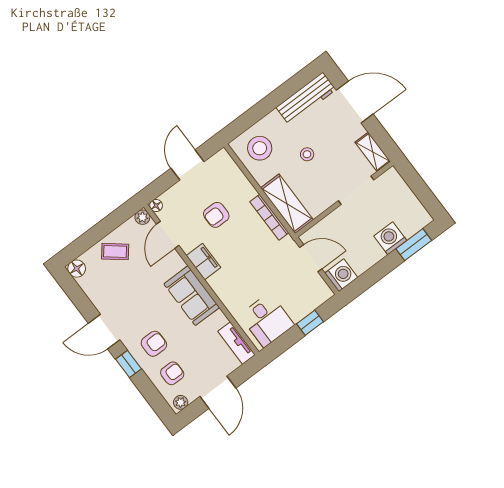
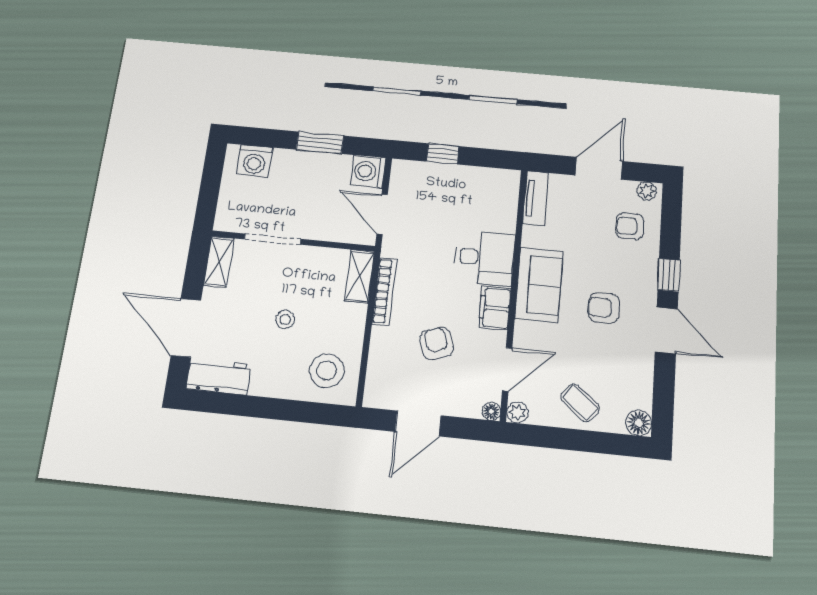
workbench: (306, 99) -> (219, 376), width x0.73
shelving: (287, 204) -> (359, 276), width x0.67, depth x0.75
armchair: (216, 215) -> (437, 343), turned -109
washing machine: (390, 238) -> (255, 161), moved
window: (414, 245) -> (320, 143), moved
desk: (267, 320) -> (484, 258), moved, turned 90
armchair: (154, 344) -> (604, 308), moved

